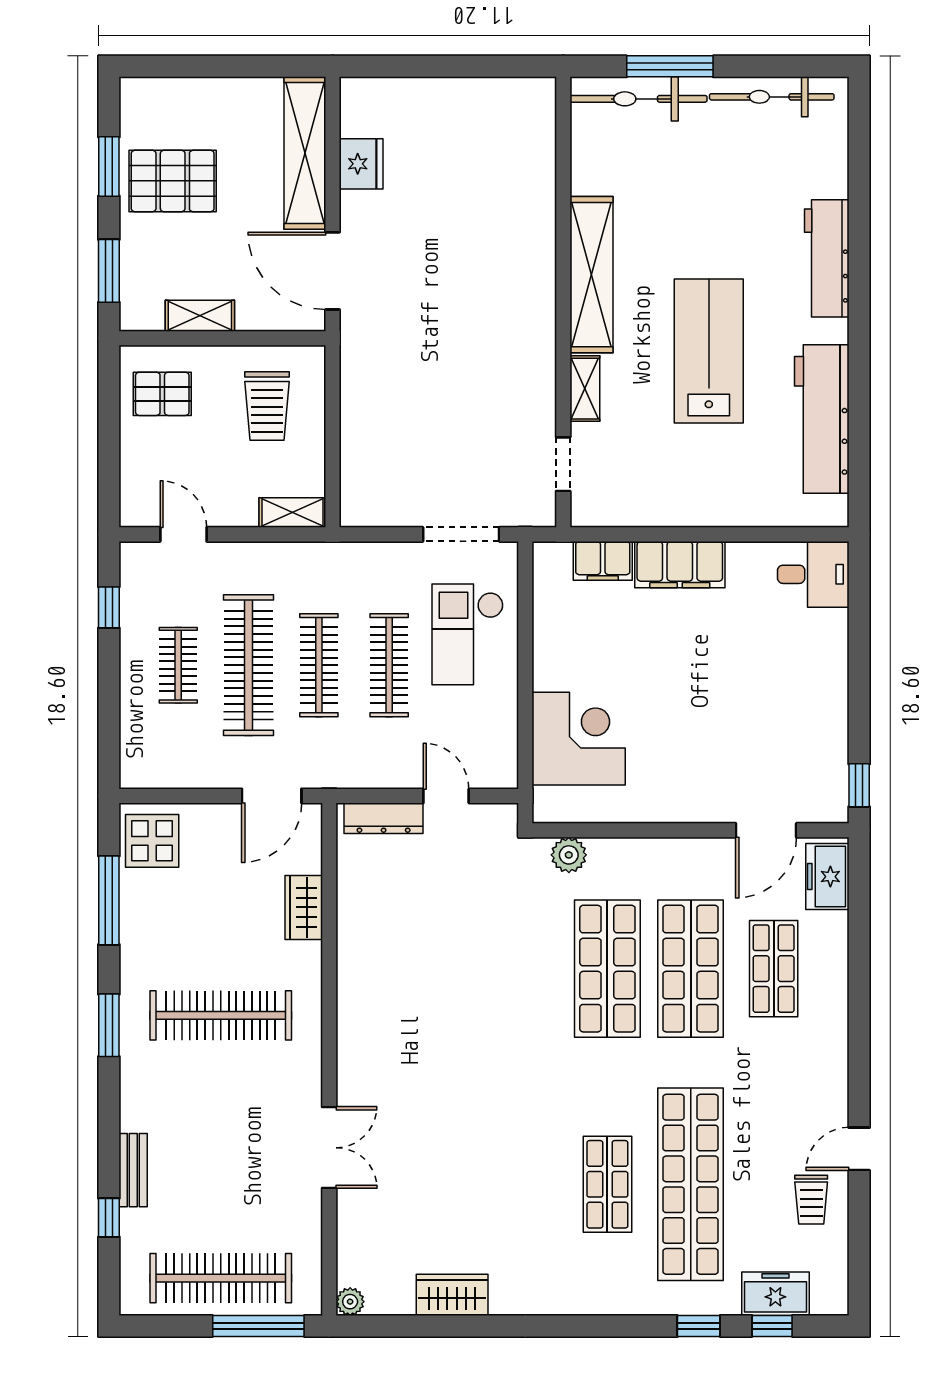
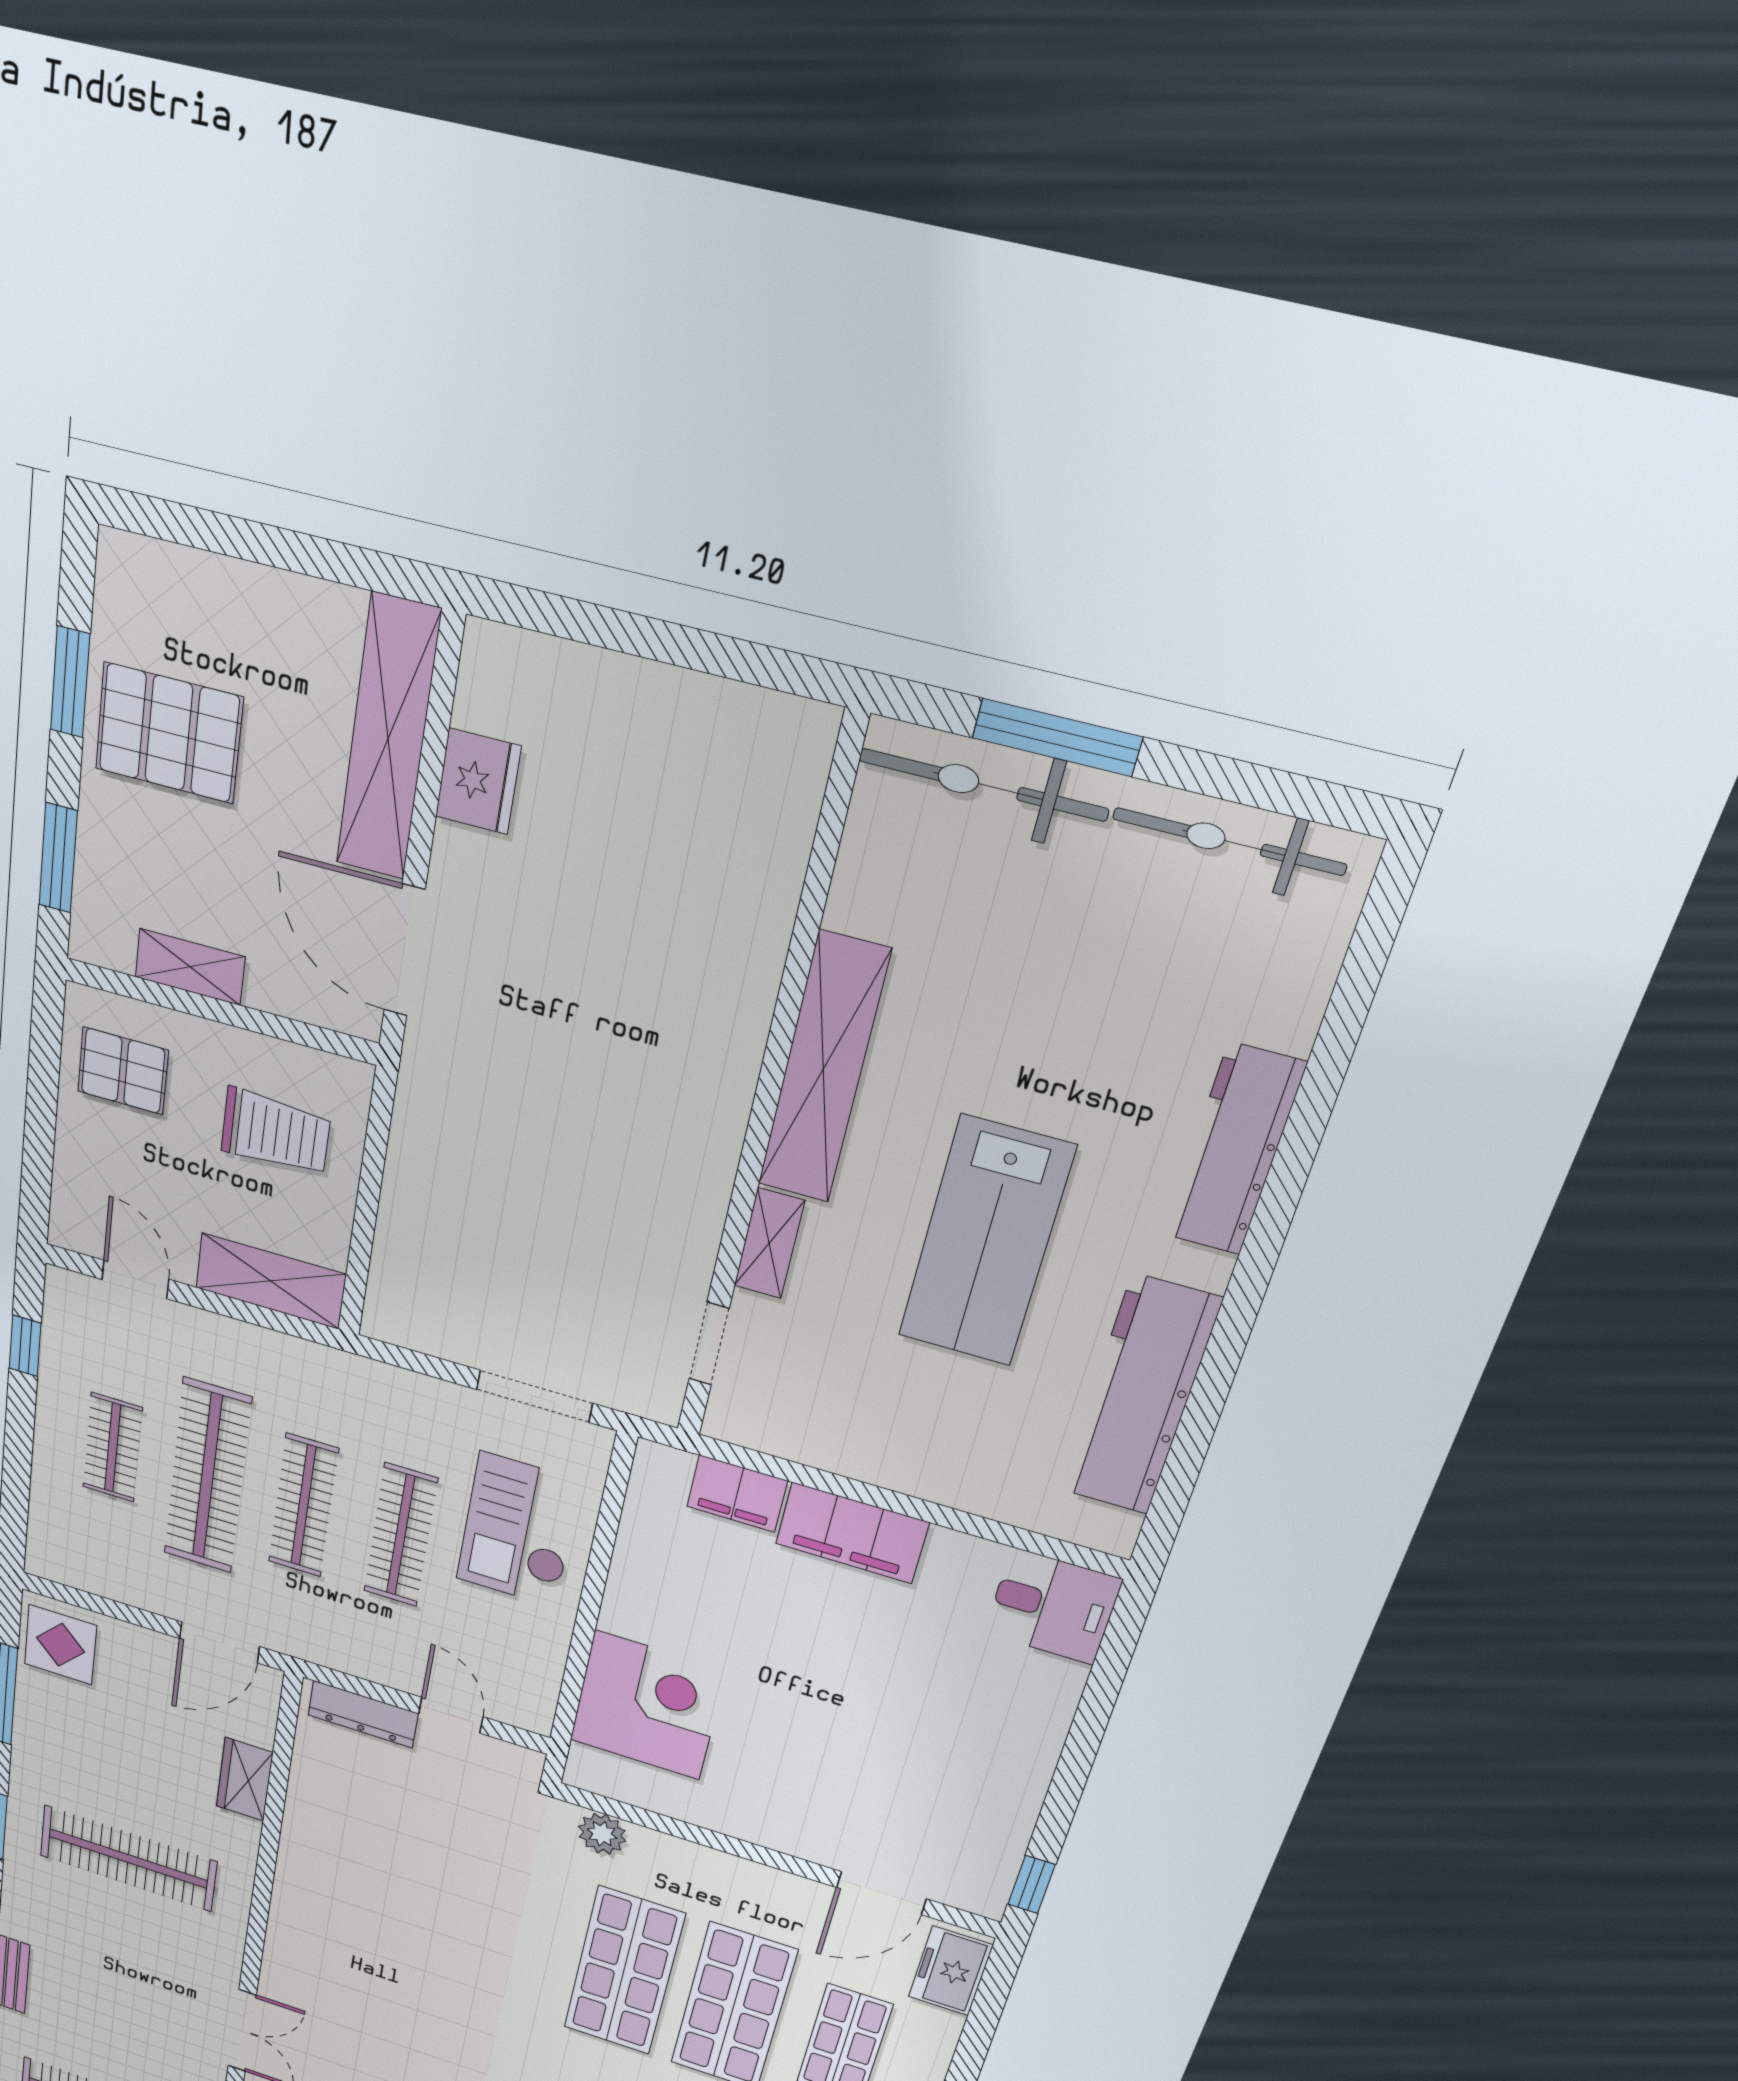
lab bench: (709, 351) -> (986, 1242), turned 180
trolley: (267, 406) -> (276, 1132), turned -90
shelving: (292, 513) -> (271, 1281), width x1.50, depth x1.33

